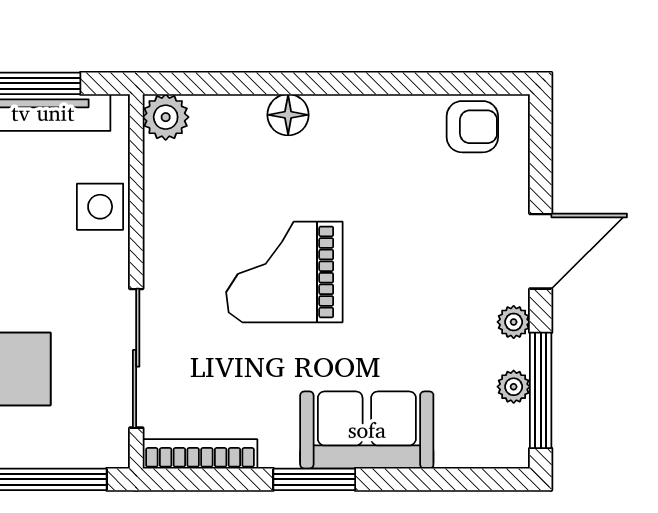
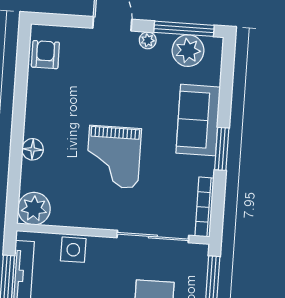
plant: (166, 117) -> (34, 209), width x1.36, depth x1.36
plant: (514, 387) -> (188, 51), width x1.88, depth x1.88

